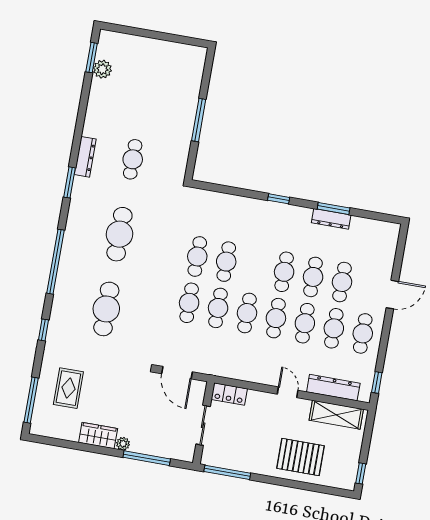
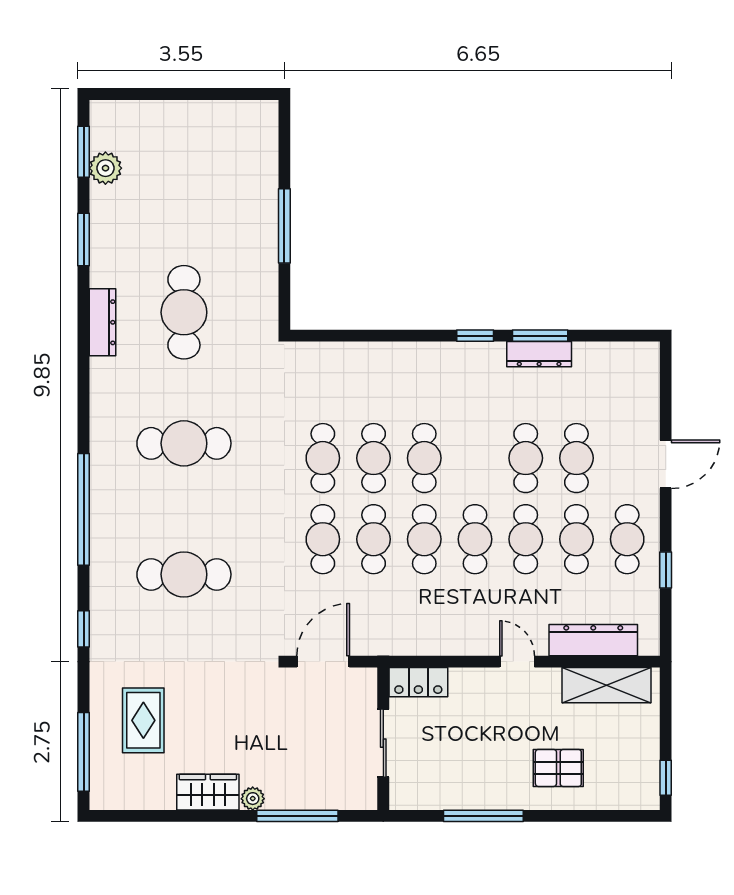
cafe table: (133, 159) -> (184, 312), width x1.37, depth x1.35
window: (70, 182) -> (84, 239), moved
window: (279, 199) -> (475, 336), moved
cafe table: (119, 234) -> (184, 443), turned 90
cafe table: (284, 272) -> (424, 458), moved
cafe table: (106, 309) -> (184, 574), turned 90
door: (177, 373) -> (323, 662), swing flipped
window: (377, 382) -> (666, 570), moved
pallet: (300, 457) -> (558, 768), width x0.67, depth x0.71
window: (227, 472) -> (483, 816), moved

